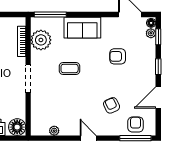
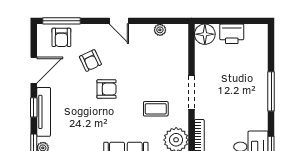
armchair: (118, 56) -> (107, 89), moved
tv unit: (150, 63) -> (44, 112), added
coffee table: (70, 68) -> (156, 109), moved

